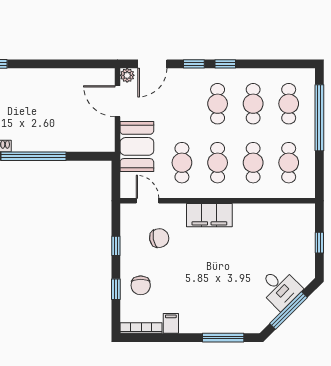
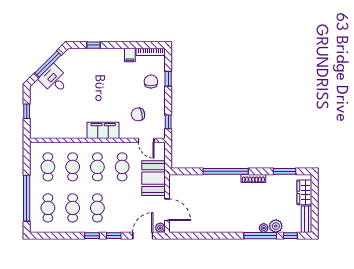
window: (116, 246) -> (168, 122), moved
window: (223, 338) -> (94, 45), width x0.46

